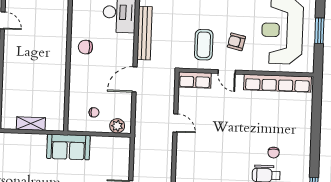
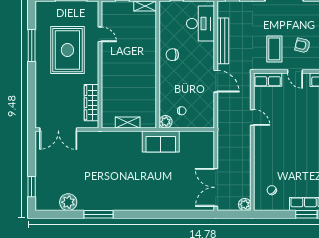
door: (135, 79) -> (216, 81), swing flipped
plant: (117, 126) -> (166, 122), moved

